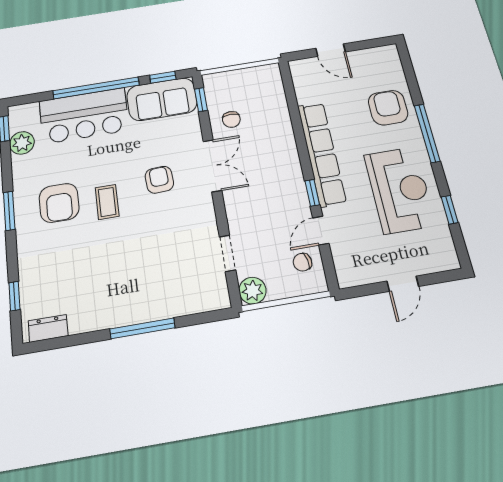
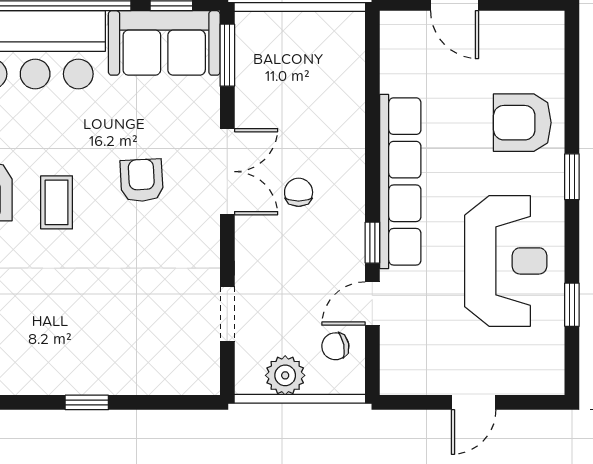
window: (201, 100) -> (227, 55), width x1.50
armchair: (388, 108) -> (522, 123), turned -90
chair: (231, 119) -> (299, 192), moved, turned 180
window: (427, 133) -> (572, 177), width x0.46
plant: (253, 291) -> (285, 375), moved
window: (142, 328) -> (87, 402), width x0.46

